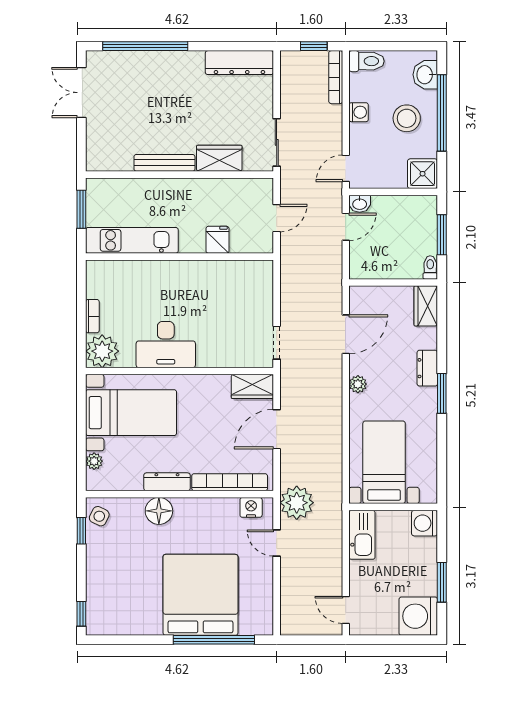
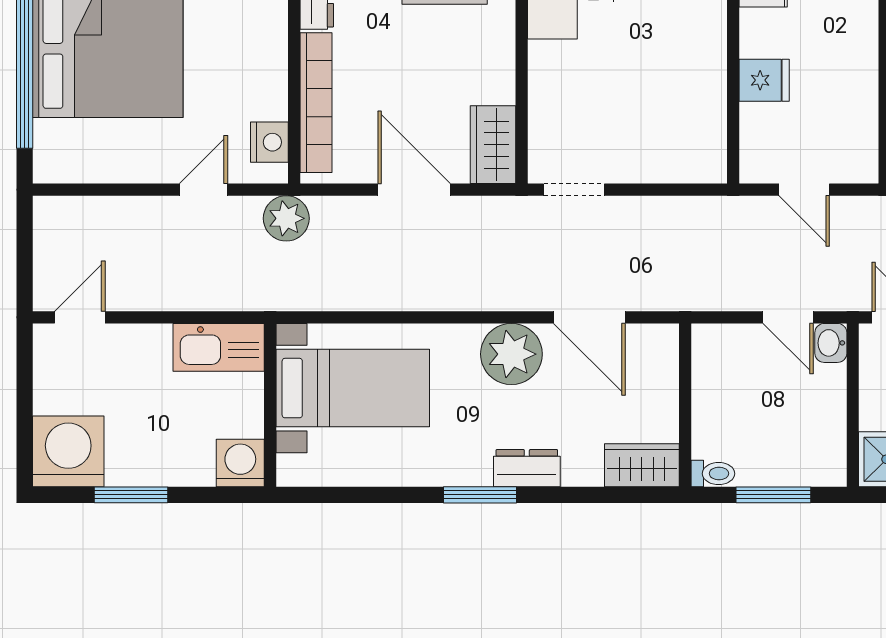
plant: (358, 384) -> (511, 354), width x1.88, depth x1.88
plant: (297, 503) -> (286, 218), width x0.73, depth x0.73

